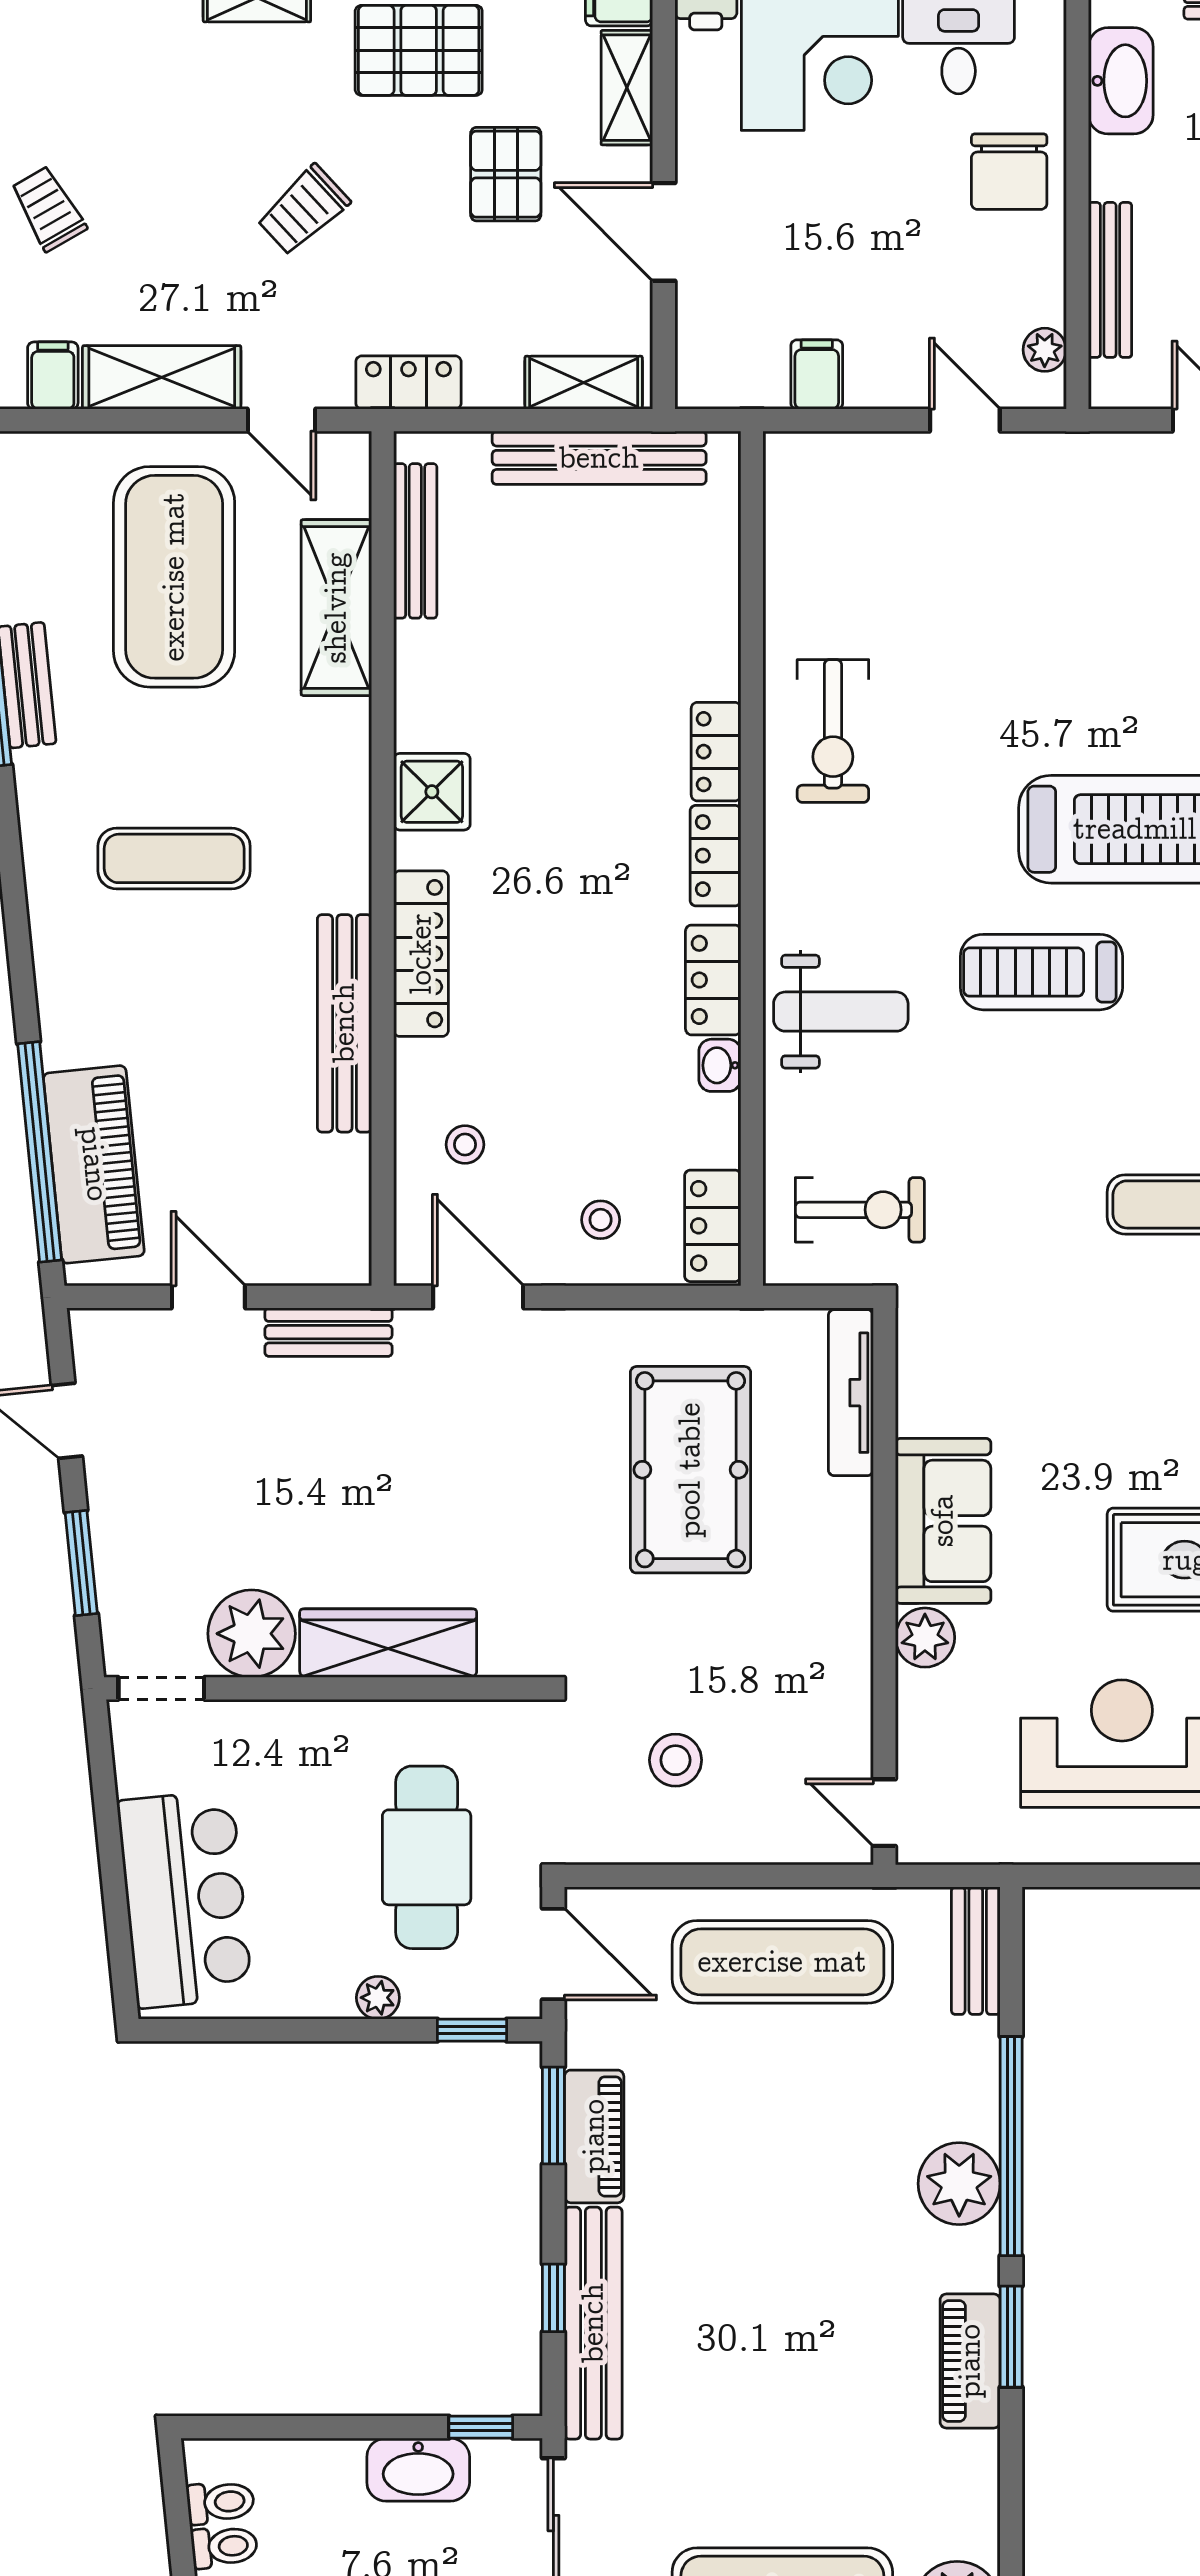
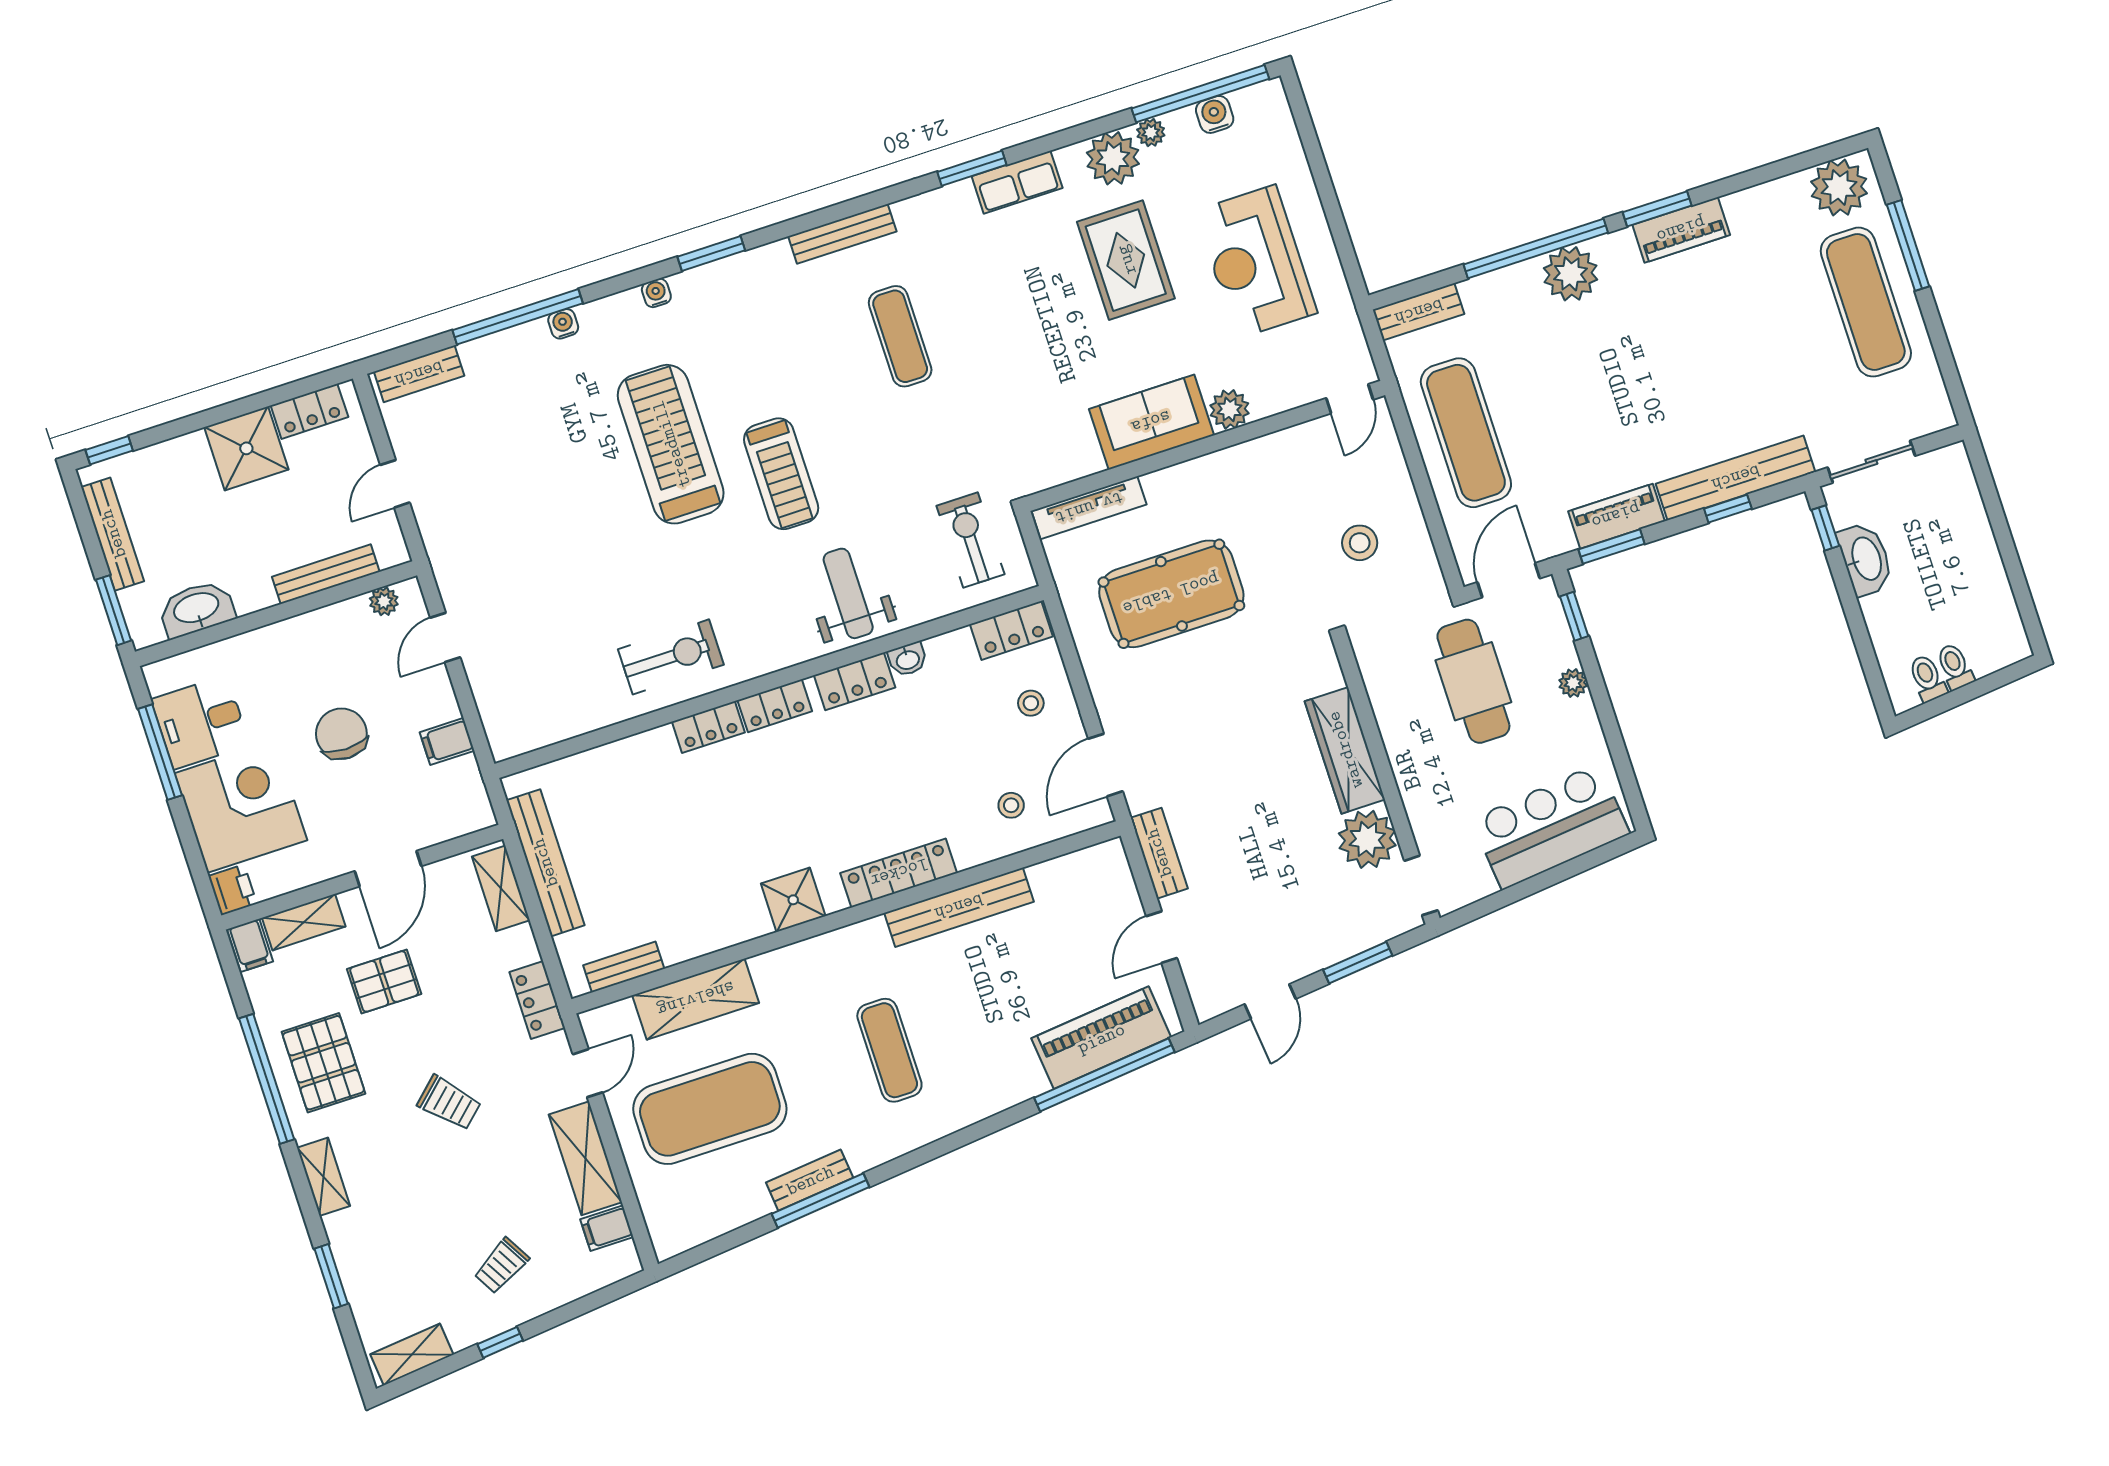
chair: (1009, 172) -> (341, 734), moved, turned -90
bench: (415, 541) -> (624, 967), width x0.73
cafe table: (427, 1857) -> (1473, 681), turned 90

